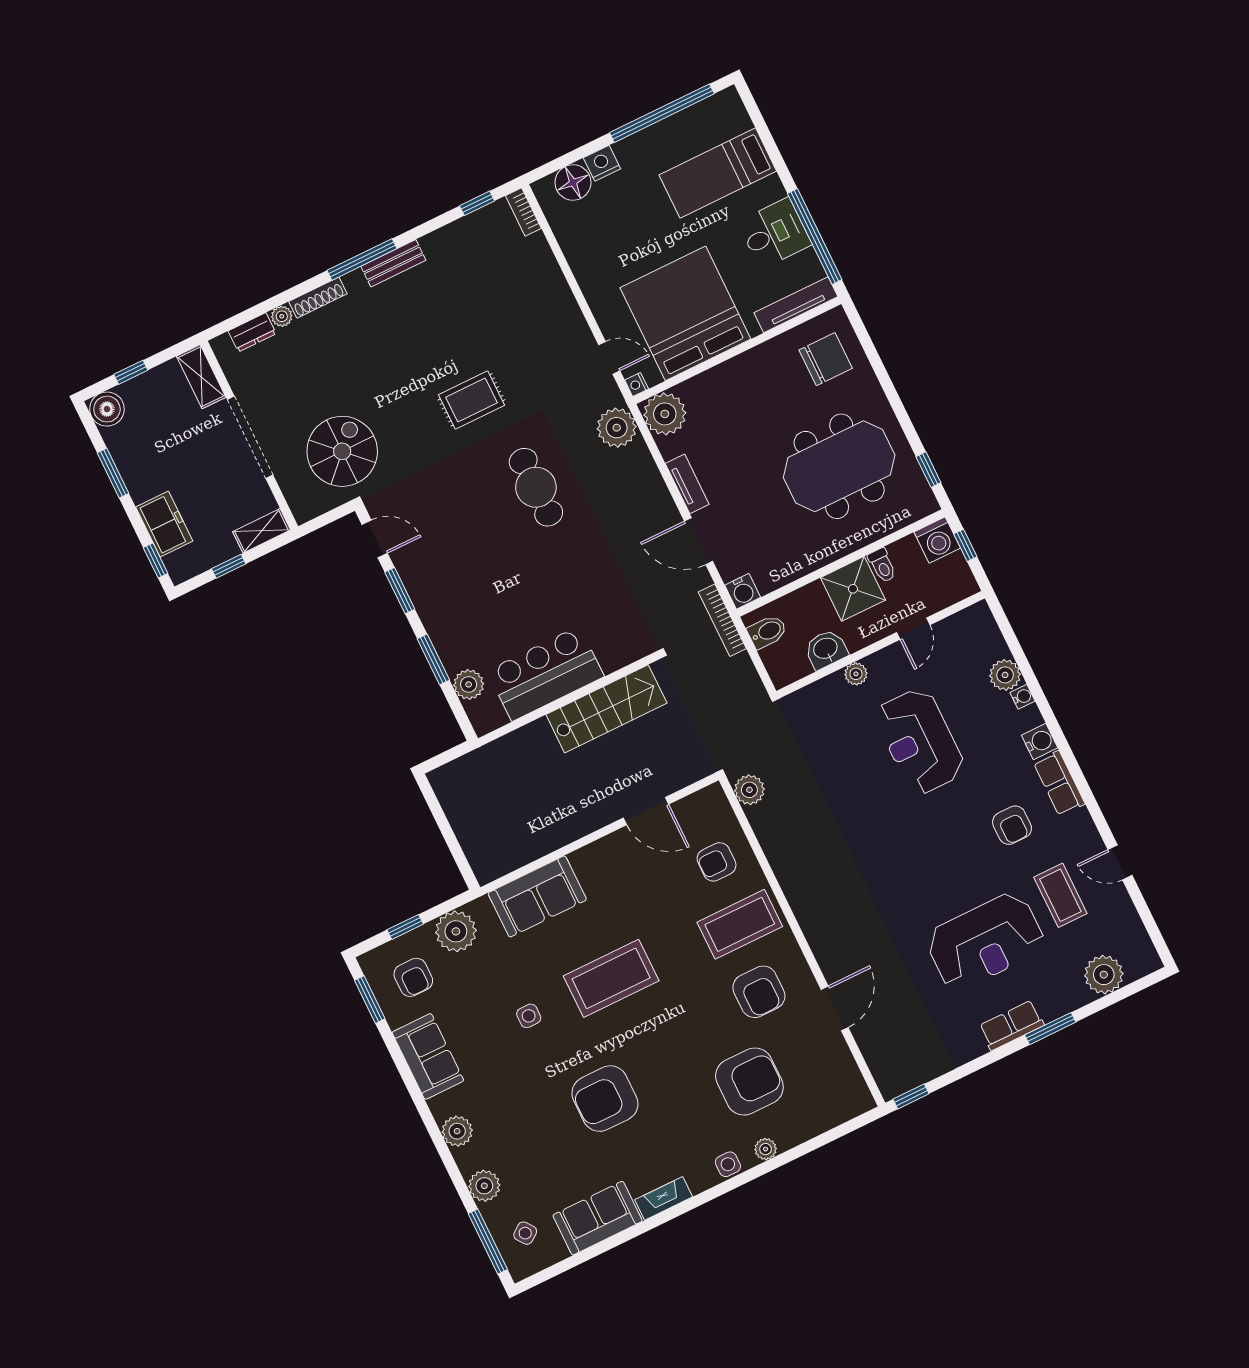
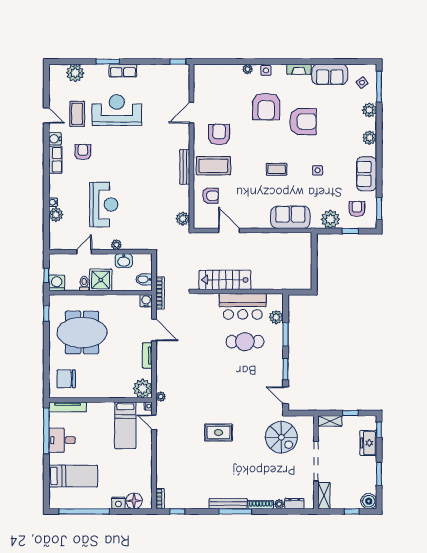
bench: (393, 263) -> (228, 504), width x1.36
bed: (685, 313) -> (125, 425), width x0.49
plant: (617, 428) -> (161, 397), width x0.53, depth x0.53
spiral stairs: (342, 451) -> (281, 437), turned -90
cafe table: (536, 487) -> (245, 342), moved, turned 90
water cooler: (1040, 742) -> (55, 139), moved
bench: (796, 894) -> (185, 167), added
coffee table: (611, 978) -> (277, 169), width x0.54, depth x0.58
armchair: (749, 1082) -> (266, 106), moved, turned -90

